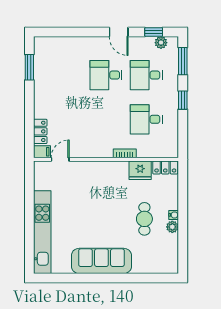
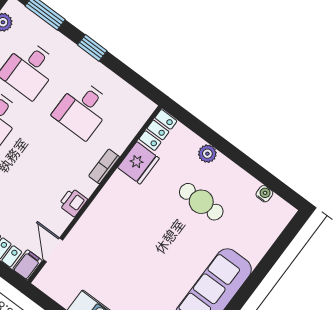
printer: (93, 151) -> (73, 202), added
water cooler: (174, 215) -> (264, 194), moved
plant: (172, 227) -> (207, 154), moved

